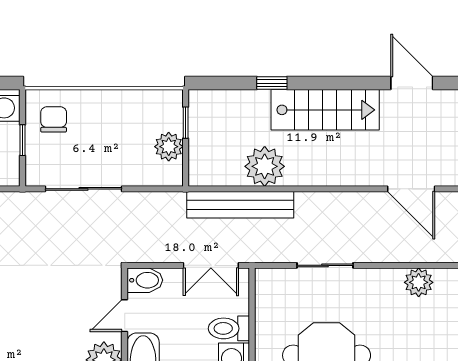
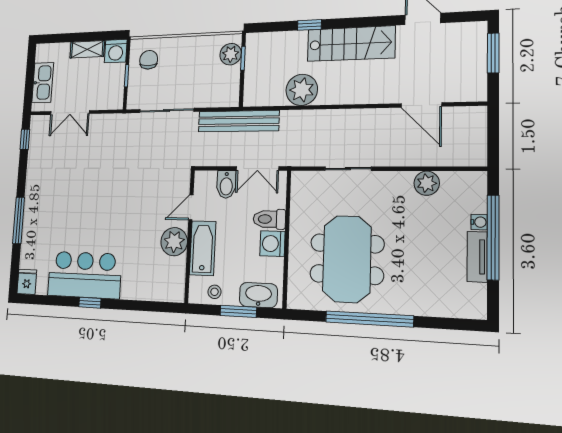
plant: (169, 147) -> (231, 54), moved
bench: (240, 205) -> (238, 121), moved
bidet: (145, 280) -> (226, 184), moved, turned 90

